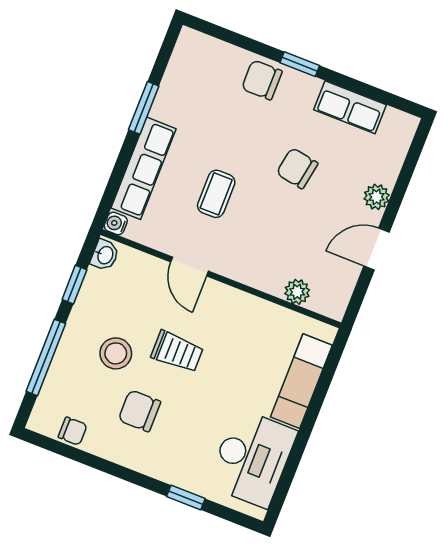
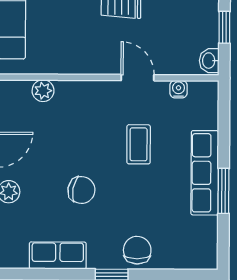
chair: (262, 80) -> (137, 250), turned -90
row of seats: (144, 168) -> (205, 173), moved
water cooler: (116, 223) -> (179, 89), moved, turned -90

